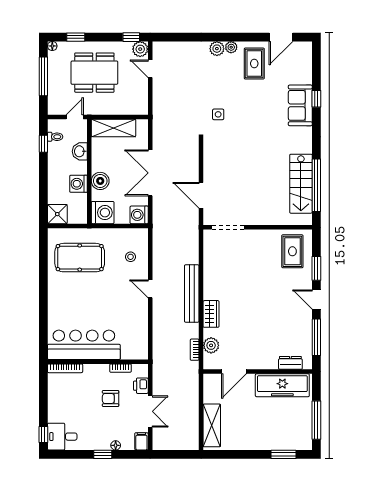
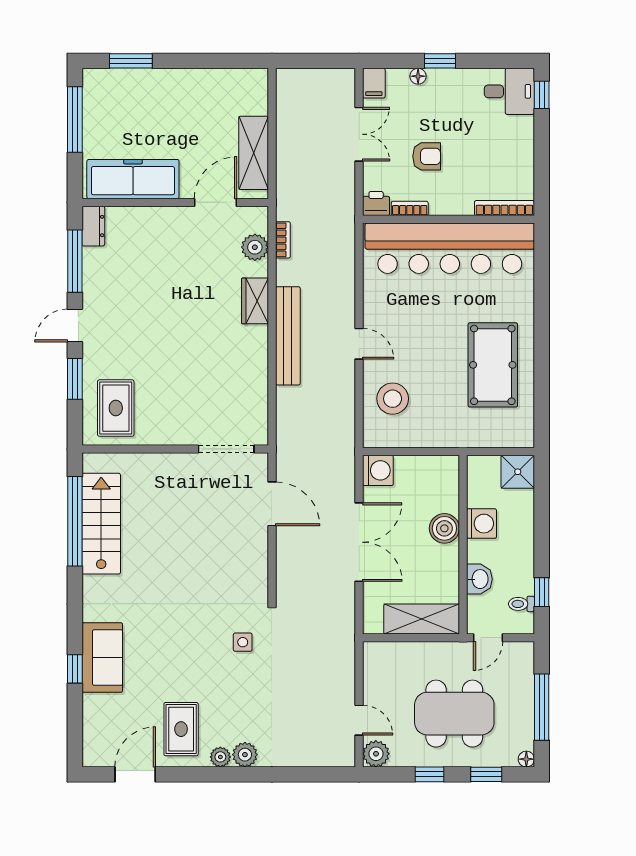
window: (131, 37) -> (429, 774), moved
washing machine: (103, 213) -> (440, 474), removed
stool: (131, 257) -> (393, 399), width x1.89, depth x1.89
pool table: (80, 258) -> (493, 365), moved, turned 90
door: (316, 300) -> (75, 326), swing flipped
bar counter: (84, 345) -> (450, 248), width x1.36
dresser: (290, 363) -> (93, 226), moved, turned -90
printer: (141, 386) -> (376, 204), moved, turned -90
double door: (150, 411) -> (359, 134), swing flipped
shelving: (212, 425) -> (254, 153), moved

